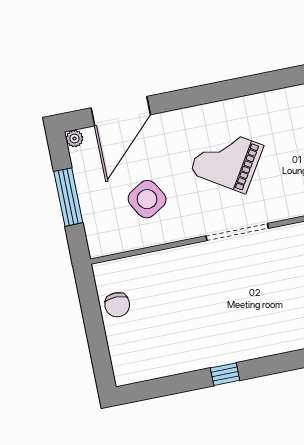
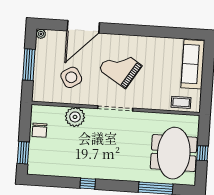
door: (121, 111) -> (83, 27), moved
plant: (172, 265) -> (75, 117), added
window: (99, 351) -> (23, 153), added

